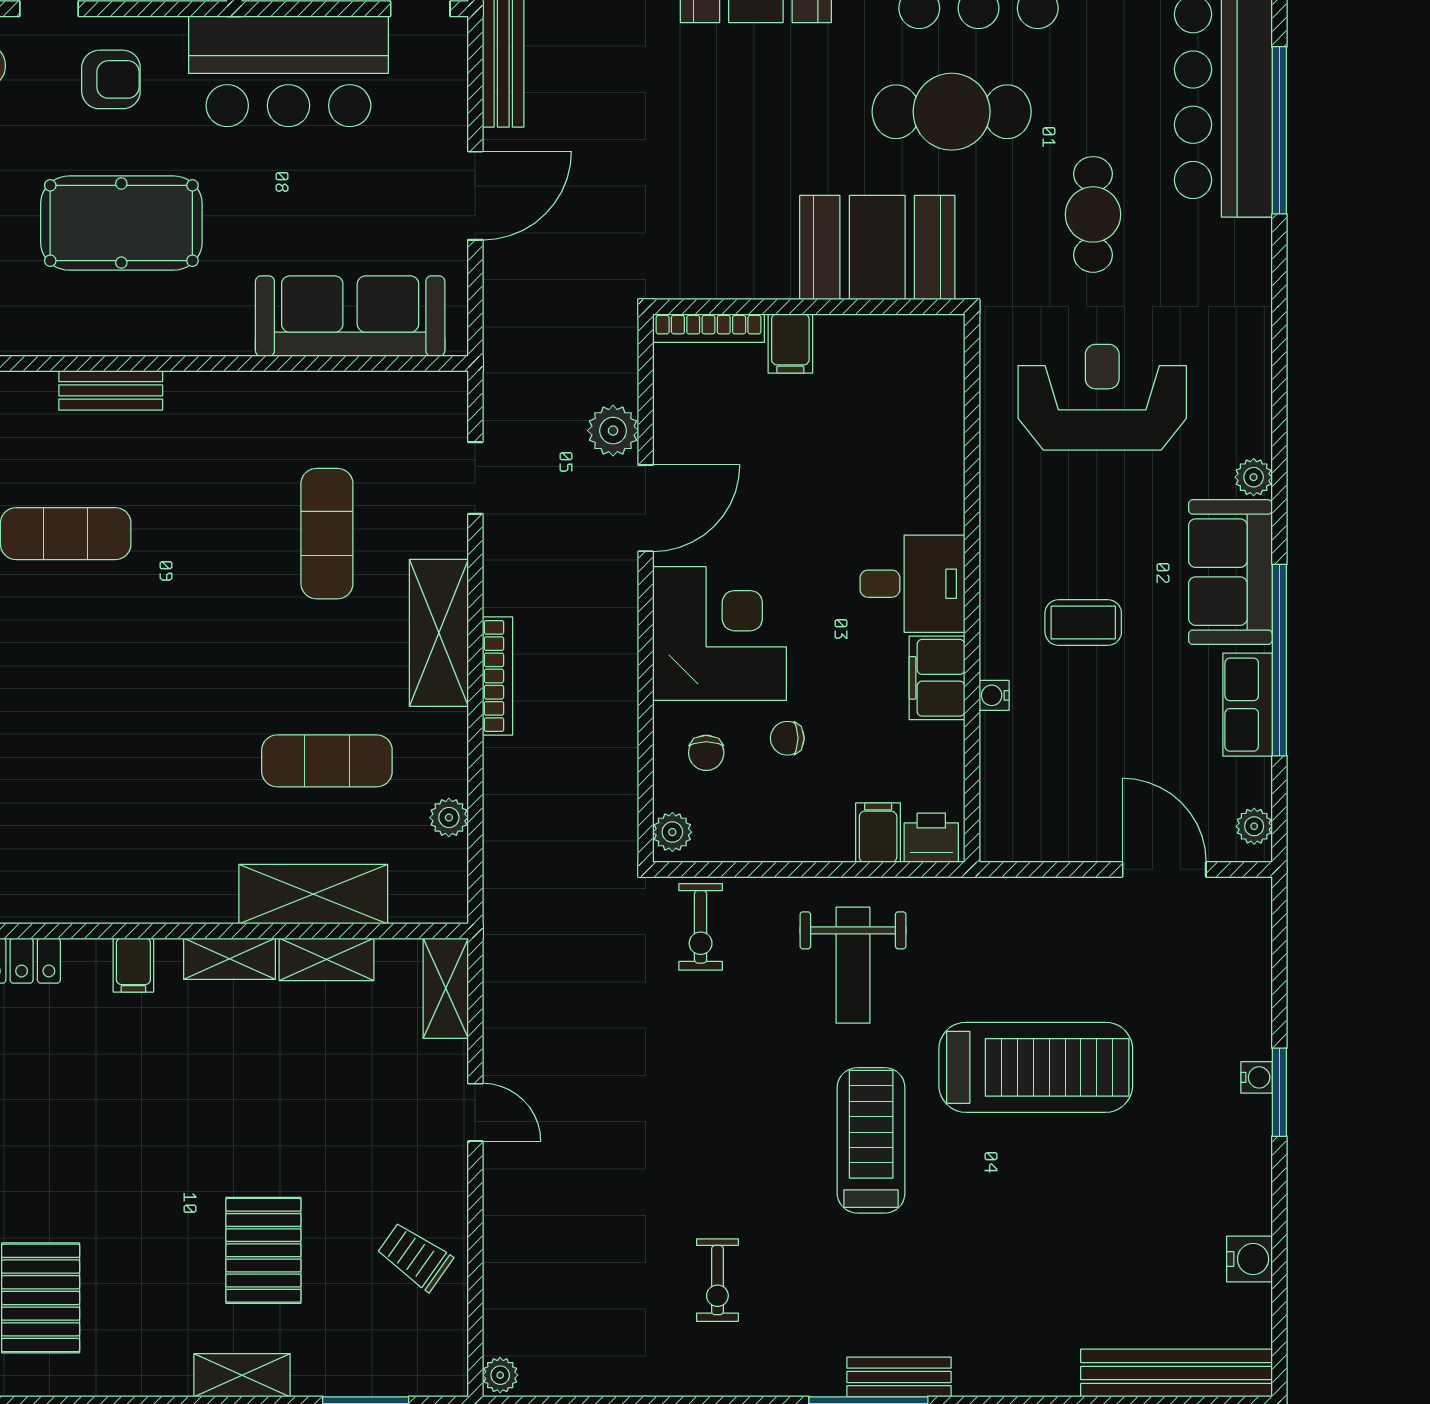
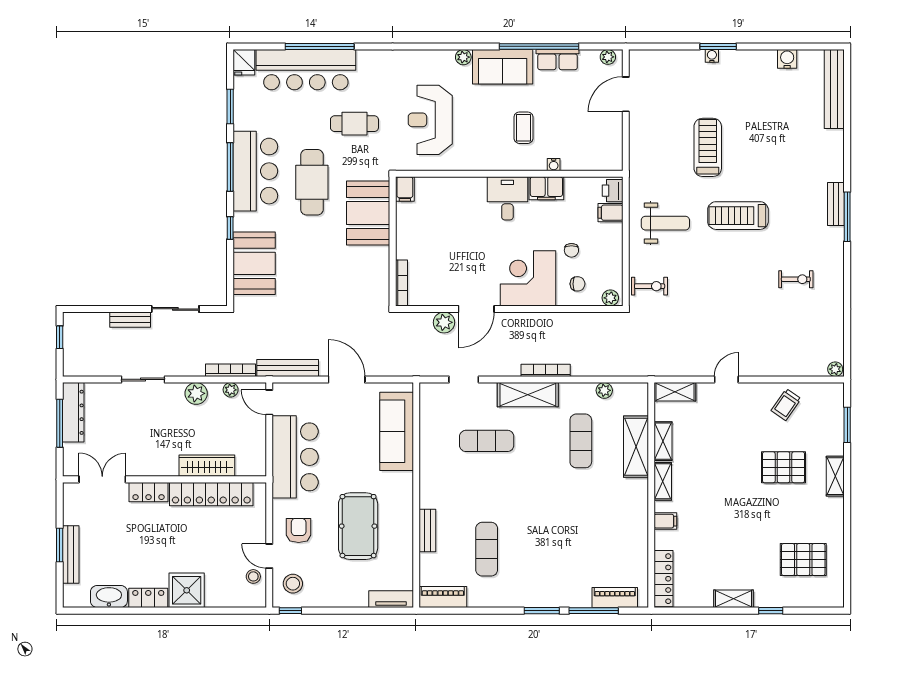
filing cabinet: (790, 343) -> (405, 189), moved, turned 90
door: (646, 508) -> (476, 309), swing flipped
treadmill: (1036, 1067) -> (708, 147), width x0.73, depth x0.73

